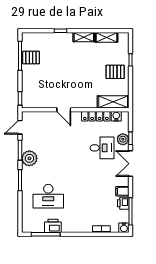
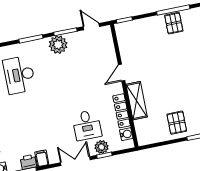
shelving: (113, 102) -> (137, 101), moved

